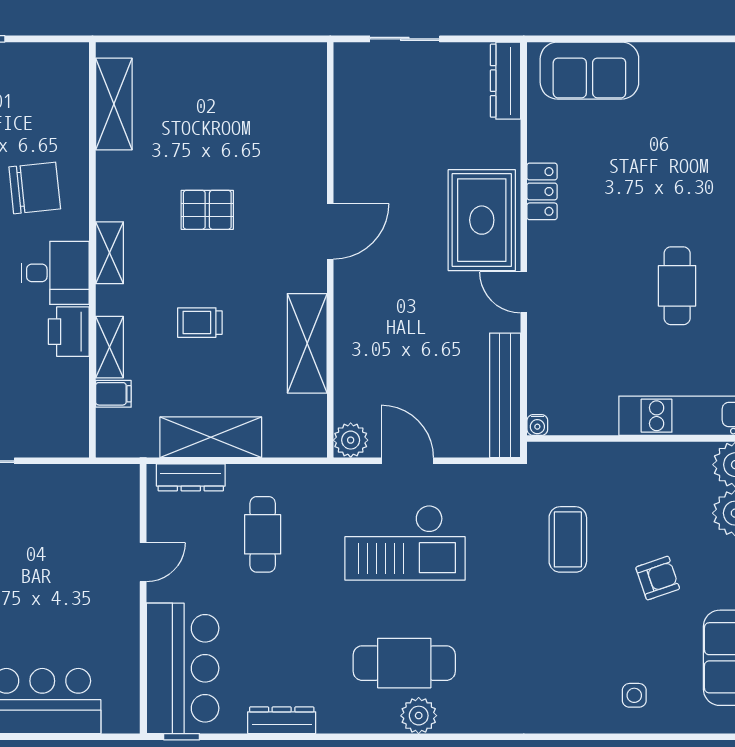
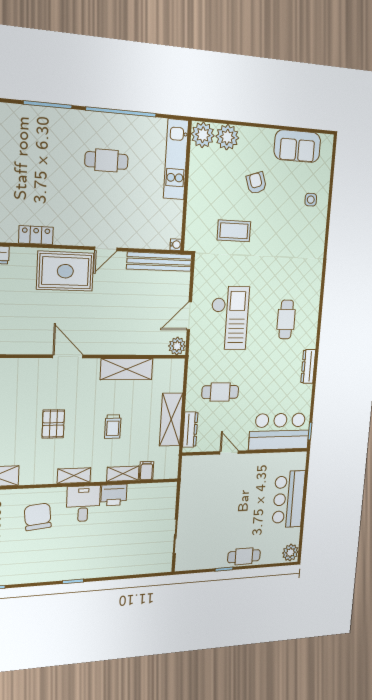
locker: (542, 191) -> (36, 235), moved
cafe table: (404, 663) -> (286, 319), width x0.73, depth x0.74
plant: (419, 716) -> (311, 313), removed
dresser: (282, 720) -> (308, 366), moved

